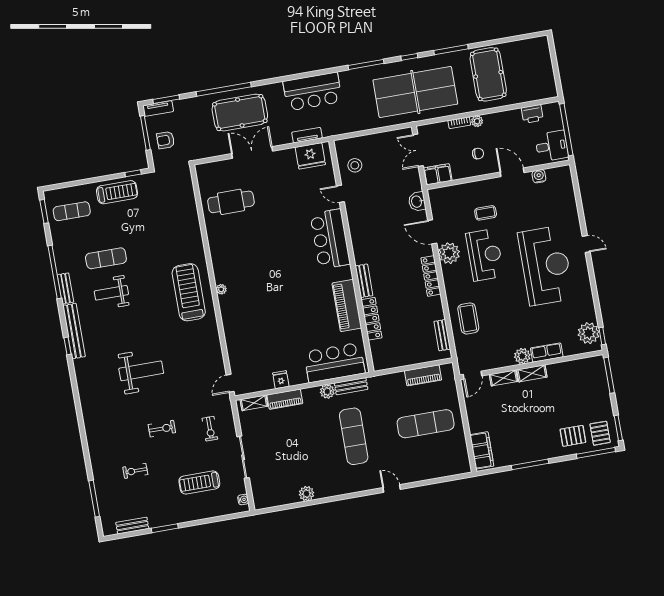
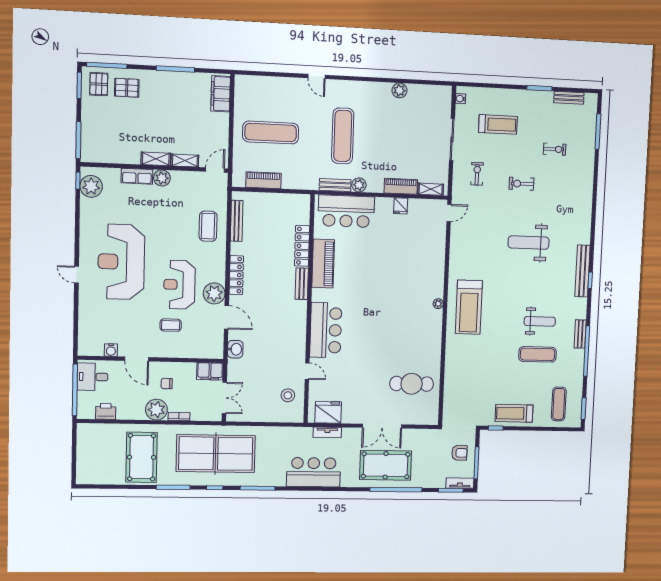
plant: (477, 121) -> (156, 410), width x1.87, depth x1.87
exercise mat: (72, 211) -> (559, 404), turned 90
bench: (74, 331) -> (582, 271), moved
bench: (442, 335) -> (237, 221), width x1.36

